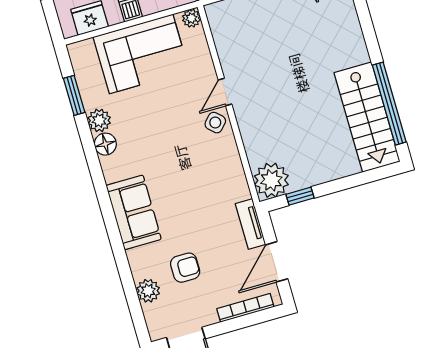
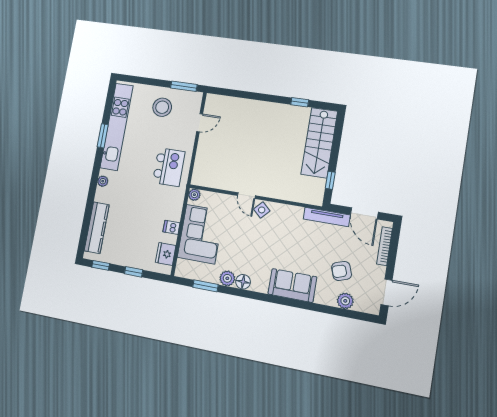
window: (389, 104) -> (300, 102), width x0.32
stairs: (367, 117) -> (319, 143), moved, turned 90
plant: (271, 180) -> (312, 193), removed
tv unit: (251, 224) -> (327, 217), width x1.41
armchair: (185, 268) -> (341, 271), turned -109

